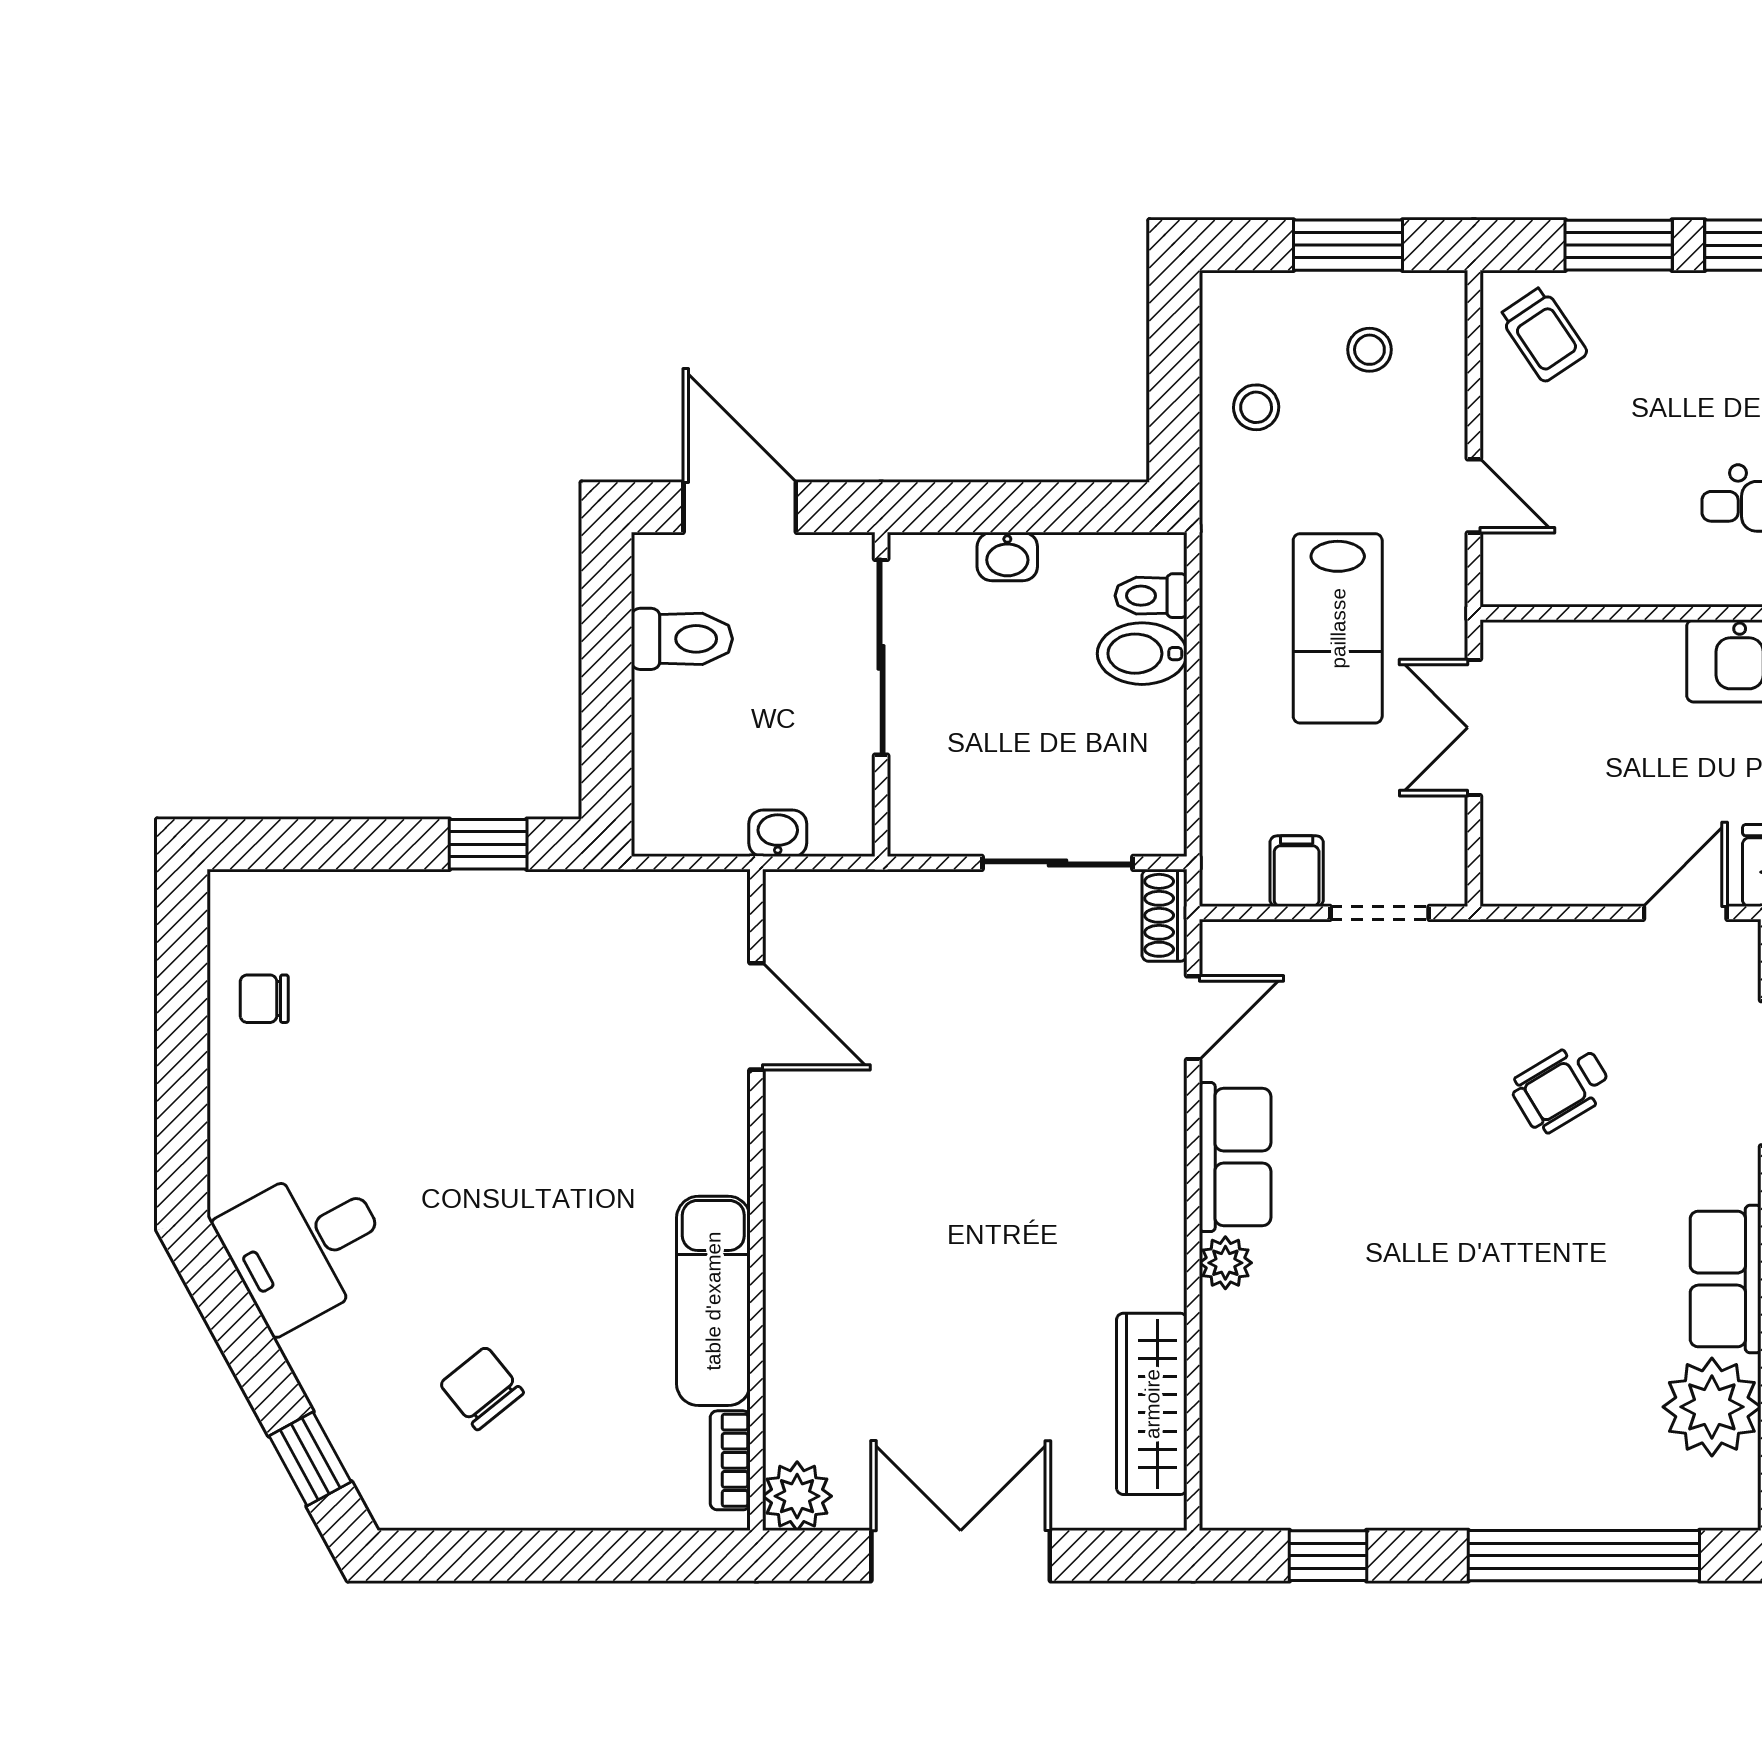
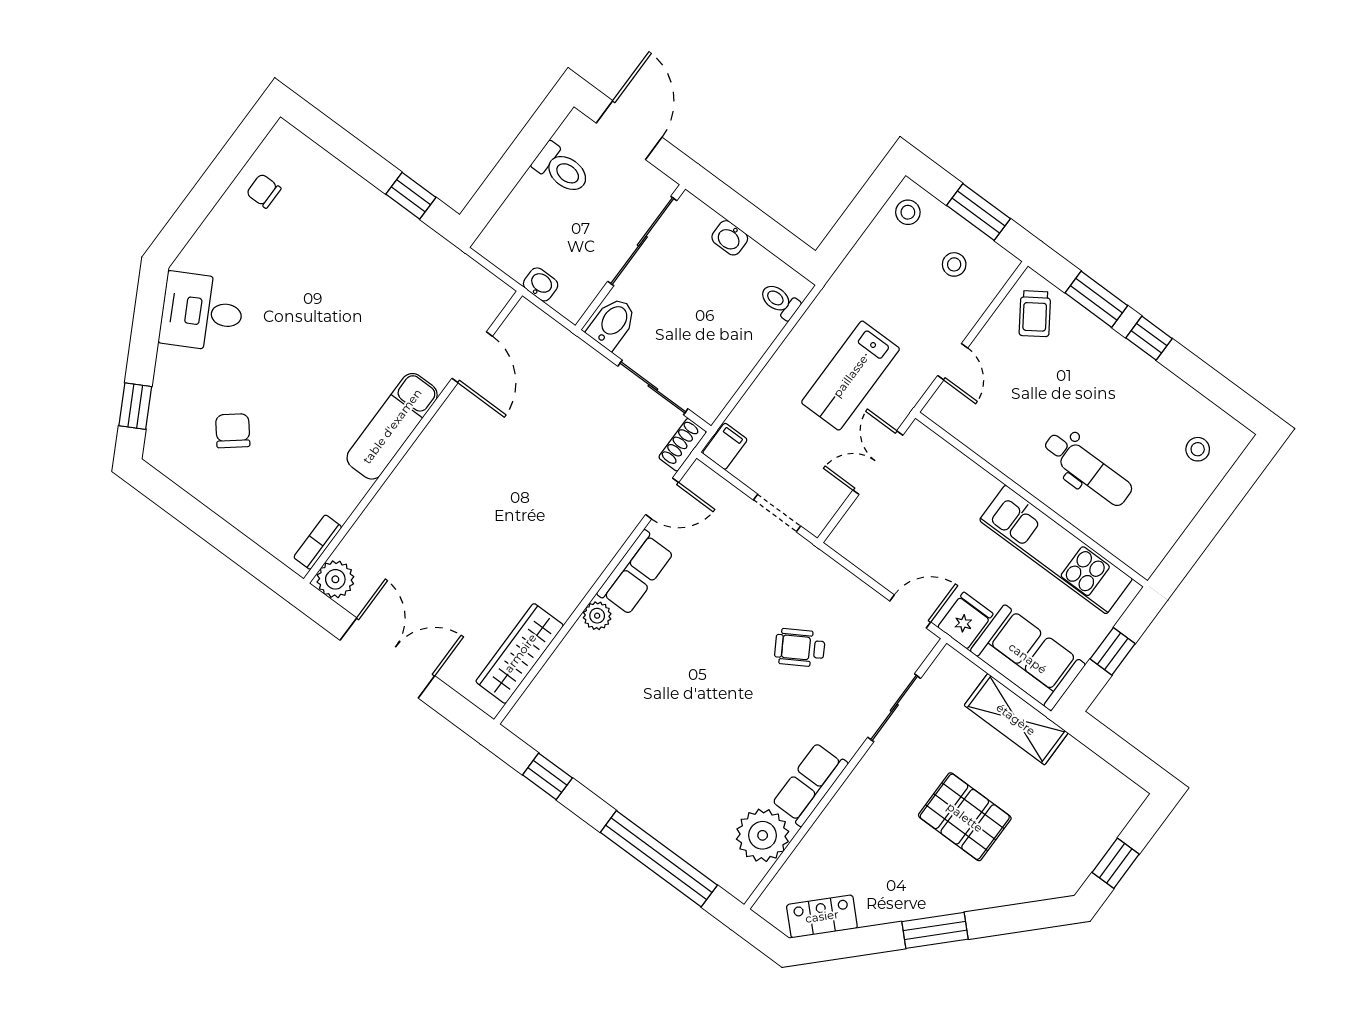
stool: (1256, 407) -> (908, 212), moved
bidet: (1142, 654) -> (612, 323), moved, turned 90
filing cabinet: (1297, 871) -> (725, 446), moved
exam couch: (713, 1301) -> (392, 426), moved

